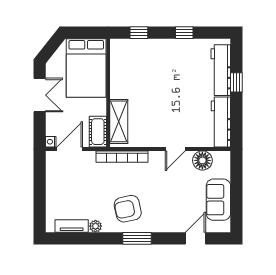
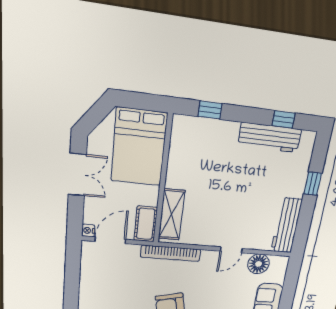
window: (184, 33) -> (283, 119), moved
workbench: (221, 70) -> (270, 137), moved, turned -90

